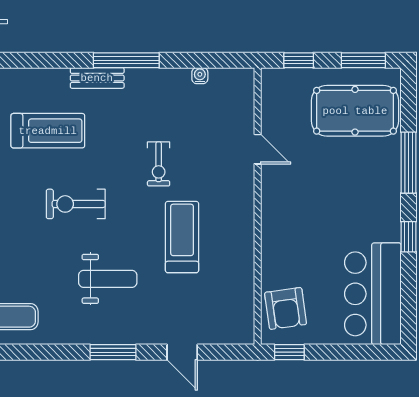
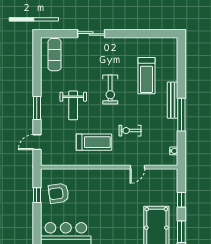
bench: (97, 78) -> (173, 100), width x1.36
door: (258, 149) -> (137, 167), moved
exercise bike: (76, 204) -> (110, 90), turned 180
wall: (258, 206) -> (109, 167), moved

